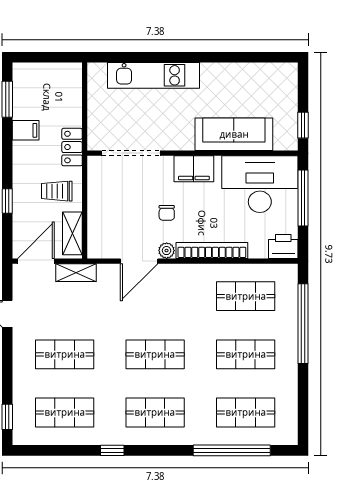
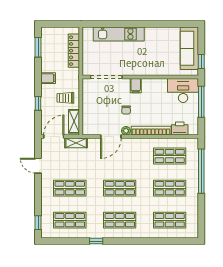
filing cabinet: (26, 130) -> (48, 78), moved
sofa: (234, 134) -> (189, 48), moved, turned -90
locker: (72, 147) -> (74, 51), moved, width x1.53
filing cabinet: (194, 169) -> (136, 86), width x0.50
desk: (260, 184) -> (183, 90), width x0.73, depth x0.77
printer: (283, 247) -> (180, 129), moved
window: (232, 450) -> (162, 241), removed

